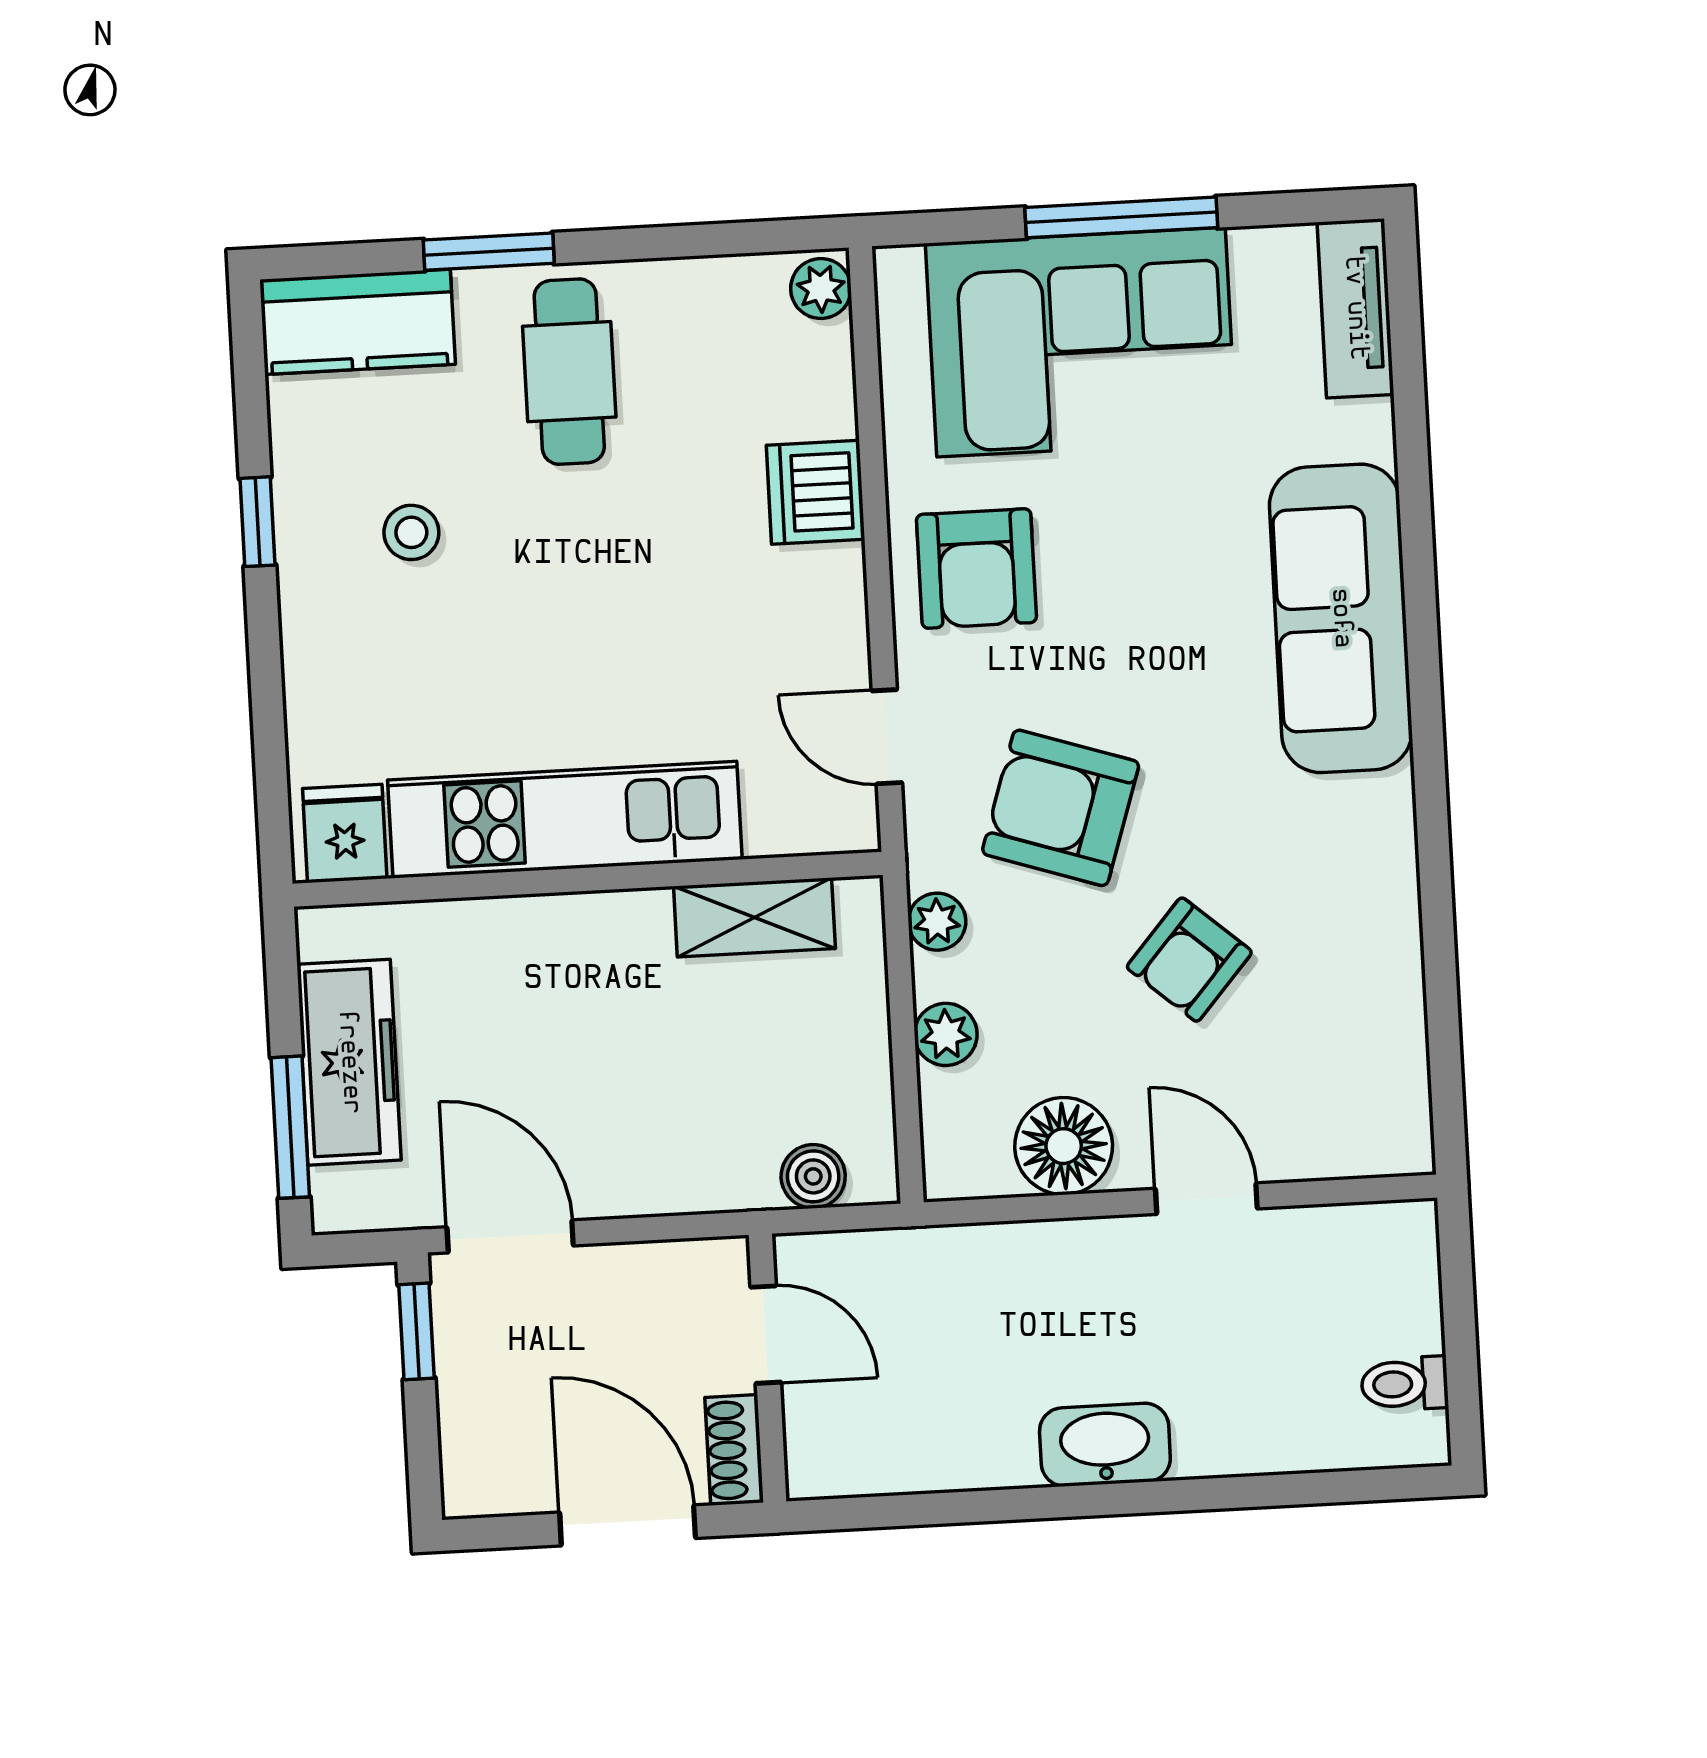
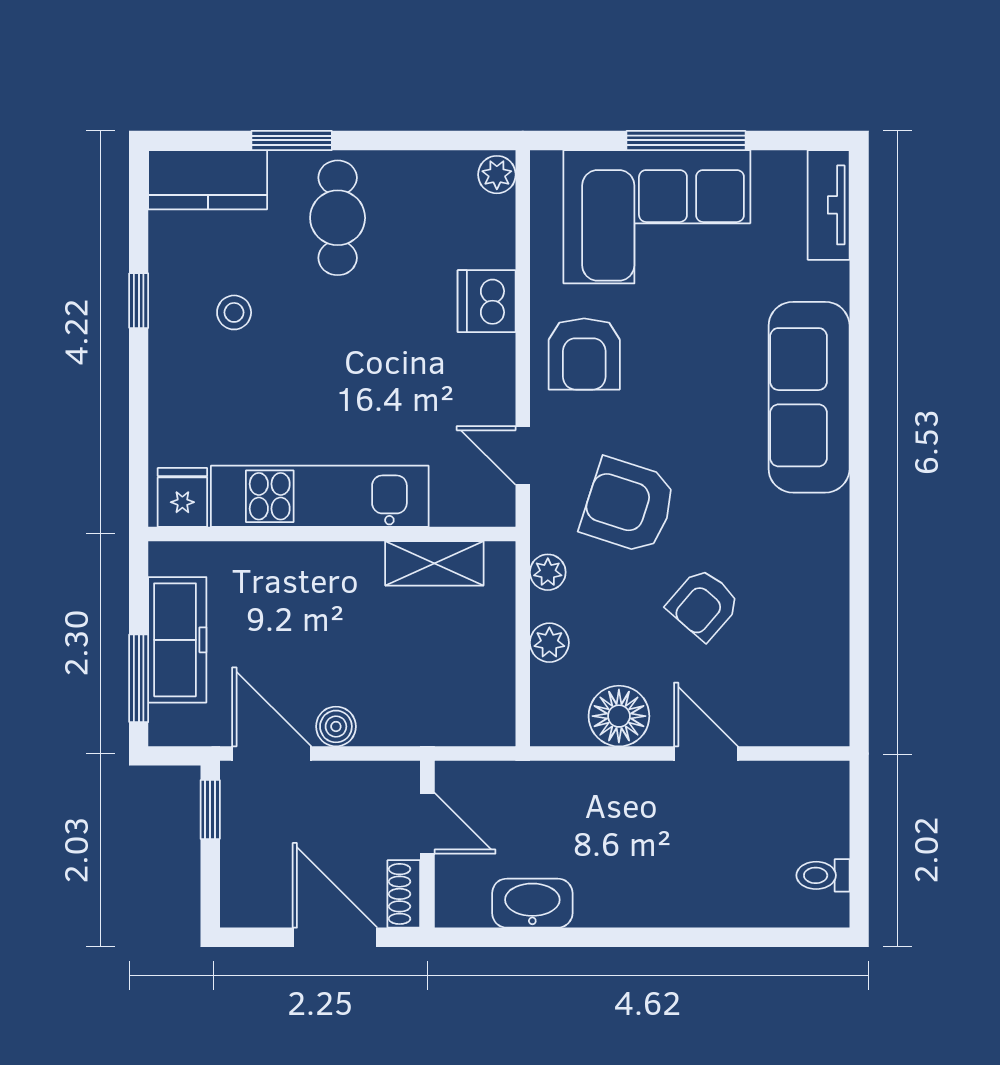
boiler: (813, 1176) -> (336, 726), moved
washbasin: (1105, 1445) -> (532, 903), moved

